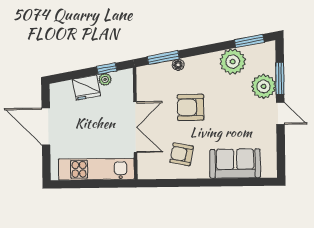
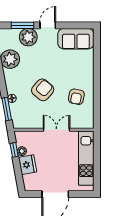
armchair: (191, 107) -> (43, 90), turned -140
double door: (135, 127) -> (56, 130), width x0.73
sofa: (235, 164) -> (76, 39), moved, turned -90

